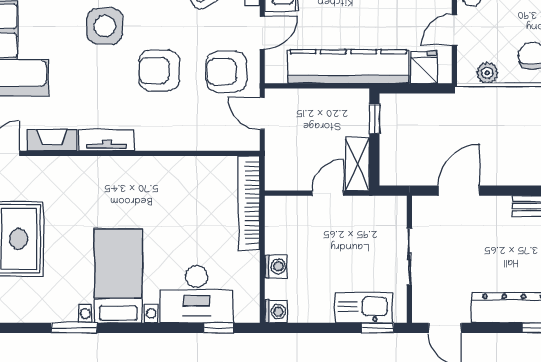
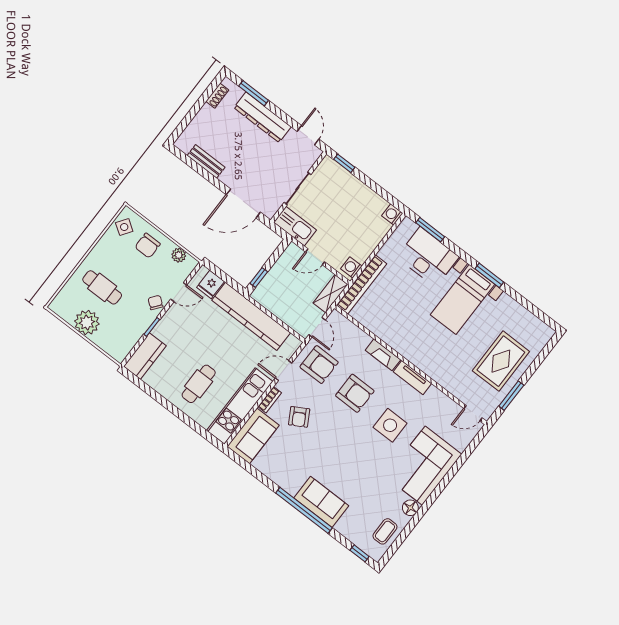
side table: (105, 26) -> (390, 425), moved
fireplace: (52, 140) -> (383, 355), moved
shelving: (358, 164) -> (330, 294), moved
door: (459, 191) -> (243, 203), width x1.36
washing machine: (276, 266) -> (351, 267), moved
kitchen sink: (363, 308) -> (295, 226), moved, turned 180
window: (74, 328) -> (489, 275), moved
window: (218, 328) -> (430, 230), width x1.50

